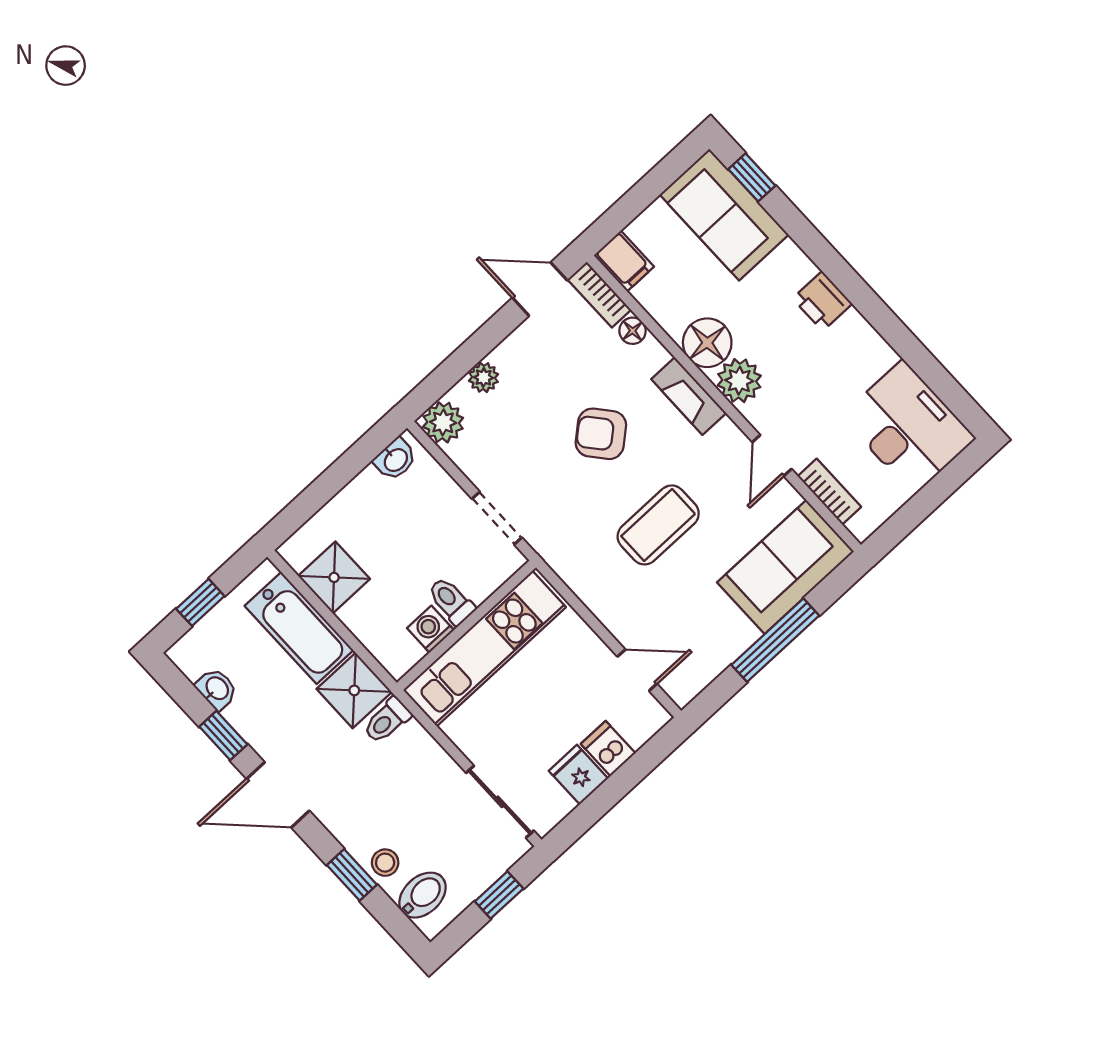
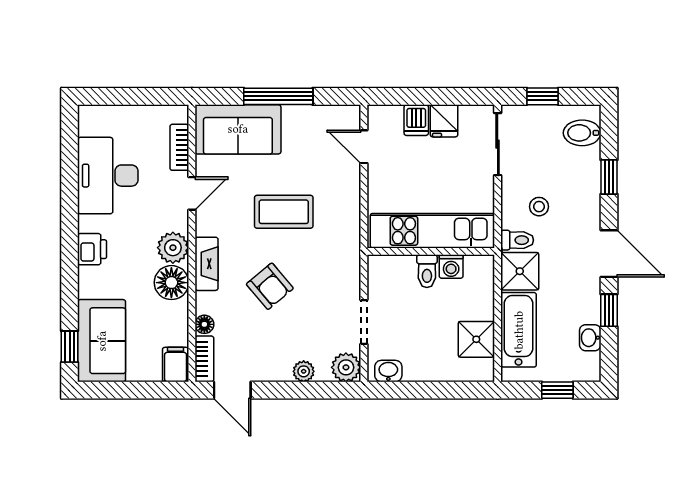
desk: (908, 427) -> (108, 176), moved
doorway: (497, 518) -> (364, 322), moved
stool: (385, 863) -> (539, 207), moved

